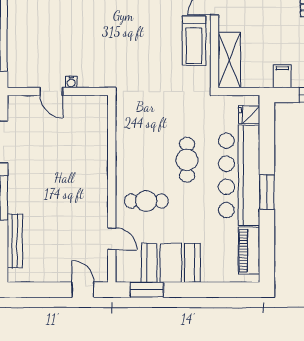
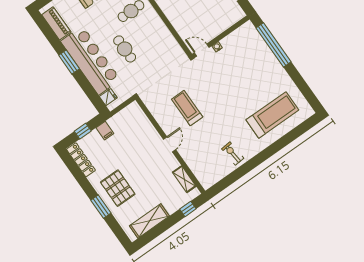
treadmill: (194, 41) -> (187, 108), moved
shelving: (229, 60) -> (140, 119), removed
door: (51, 91) -> (202, 50), moved

